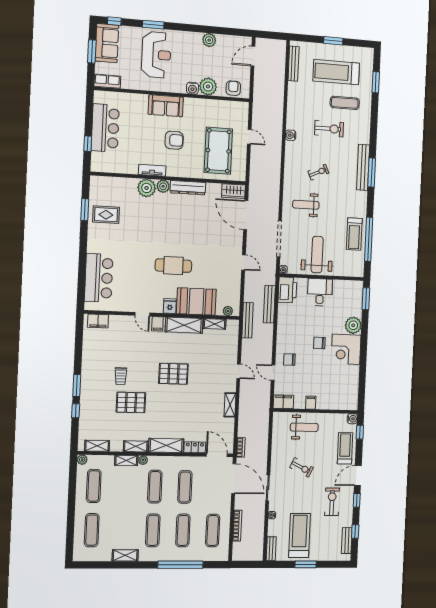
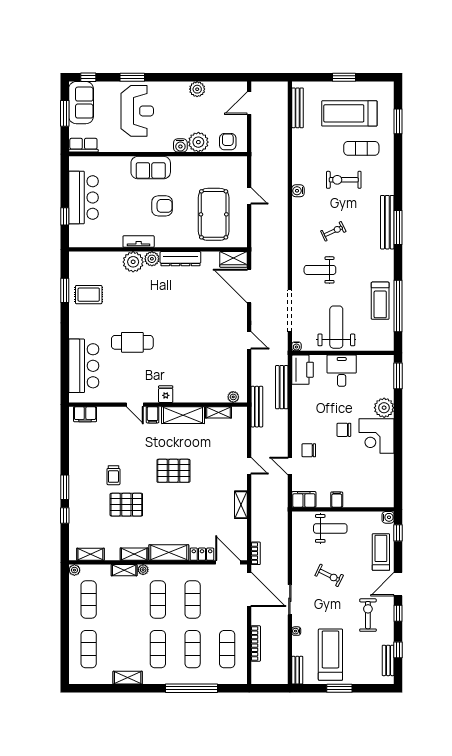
exercise bike: (329, 129) -> (344, 180), turned 180
cafe table: (173, 266) -> (132, 342), moved
booth: (196, 301) -> (196, 388), removed

